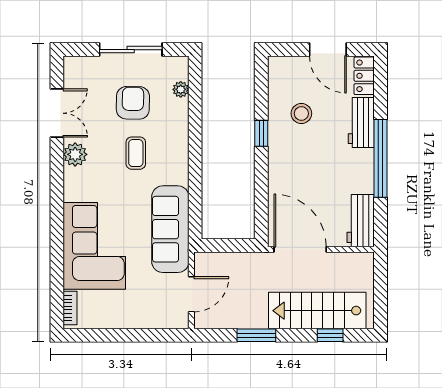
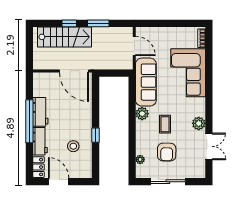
double door: (57, 113) -> (209, 146), swing flipped
plant: (177, 172) -> (142, 114), added
workbench: (361, 221) -> (40, 112), moved
door: (191, 294) -> (134, 46), swing flipped
window: (330, 335) -> (69, 23), moved

